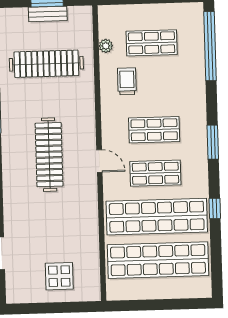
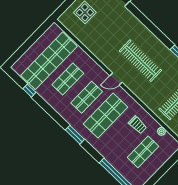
shop shelf: (154, 130) -> (105, 115), width x1.43, depth x1.36
window: (215, 208) -> (29, 91), moved
shop shelf: (157, 217) -> (68, 79), width x0.50, depth x0.74

